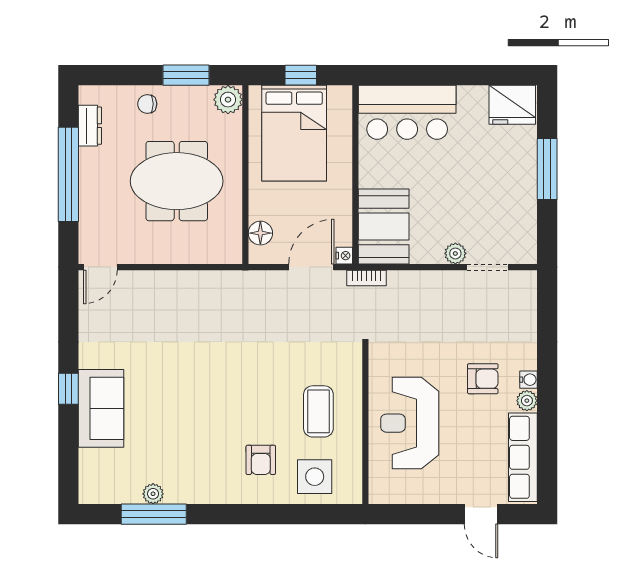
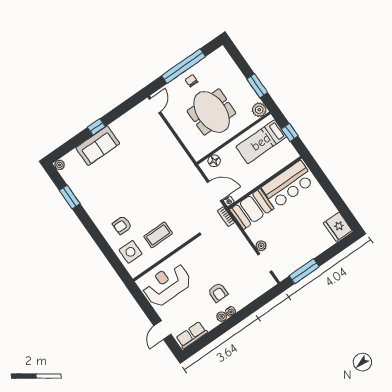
chair: (147, 104) -> (192, 81), moved
bar counter: (407, 112) -> (288, 185), moved, turned -90
dresser: (90, 126) -> (209, 61), removed
bed: (294, 133) -> (261, 142), width x0.67
window: (547, 169) -> (304, 271), moved
door: (100, 267) -> (155, 105), swing flipped
reception desk: (410, 423) -> (167, 284), moved
row of seats: (523, 457) -> (192, 335), width x0.68
plant: (153, 494) -> (60, 165), moved
window: (154, 514) -> (70, 197), width x0.69

